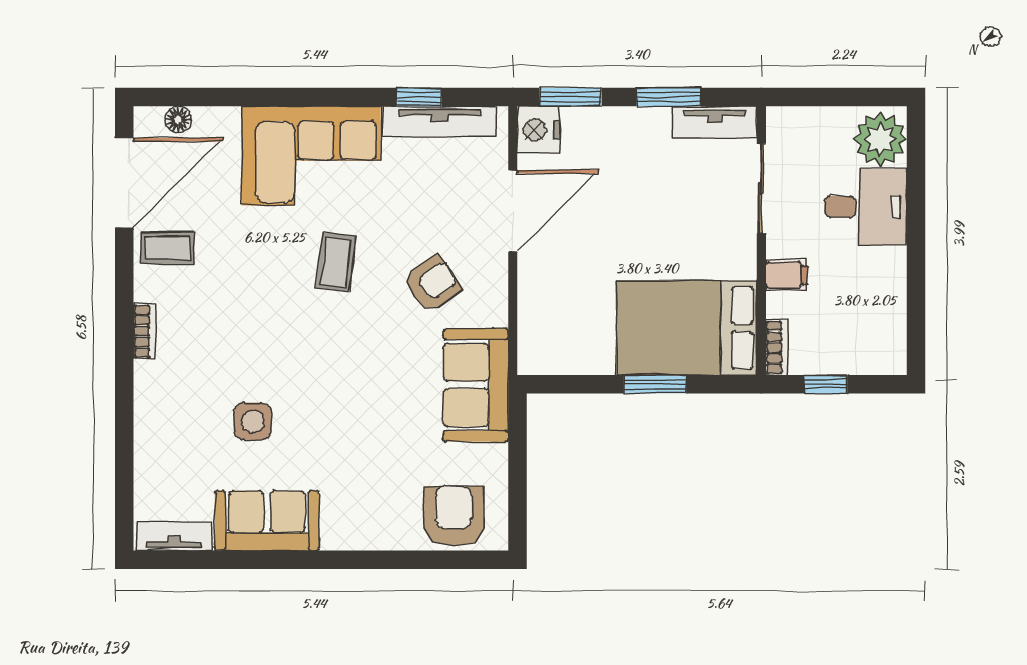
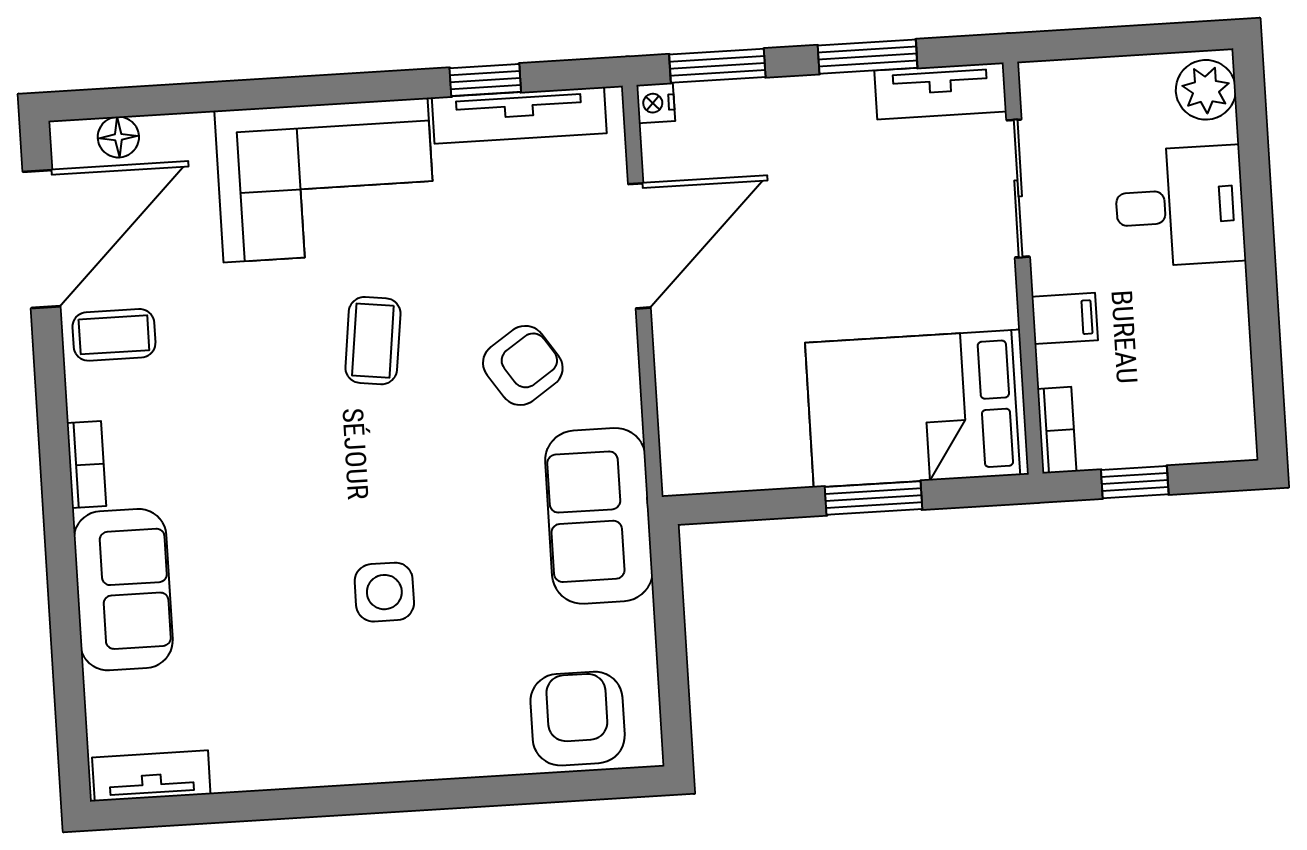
nightstand: (538, 130) -> (656, 103), width x0.53, depth x0.56
plant: (880, 139) -> (1206, 90), width x0.73, depth x0.73
side table: (253, 421) -> (384, 592), moved
sofa: (267, 521) -> (123, 590), moved, turned 90

